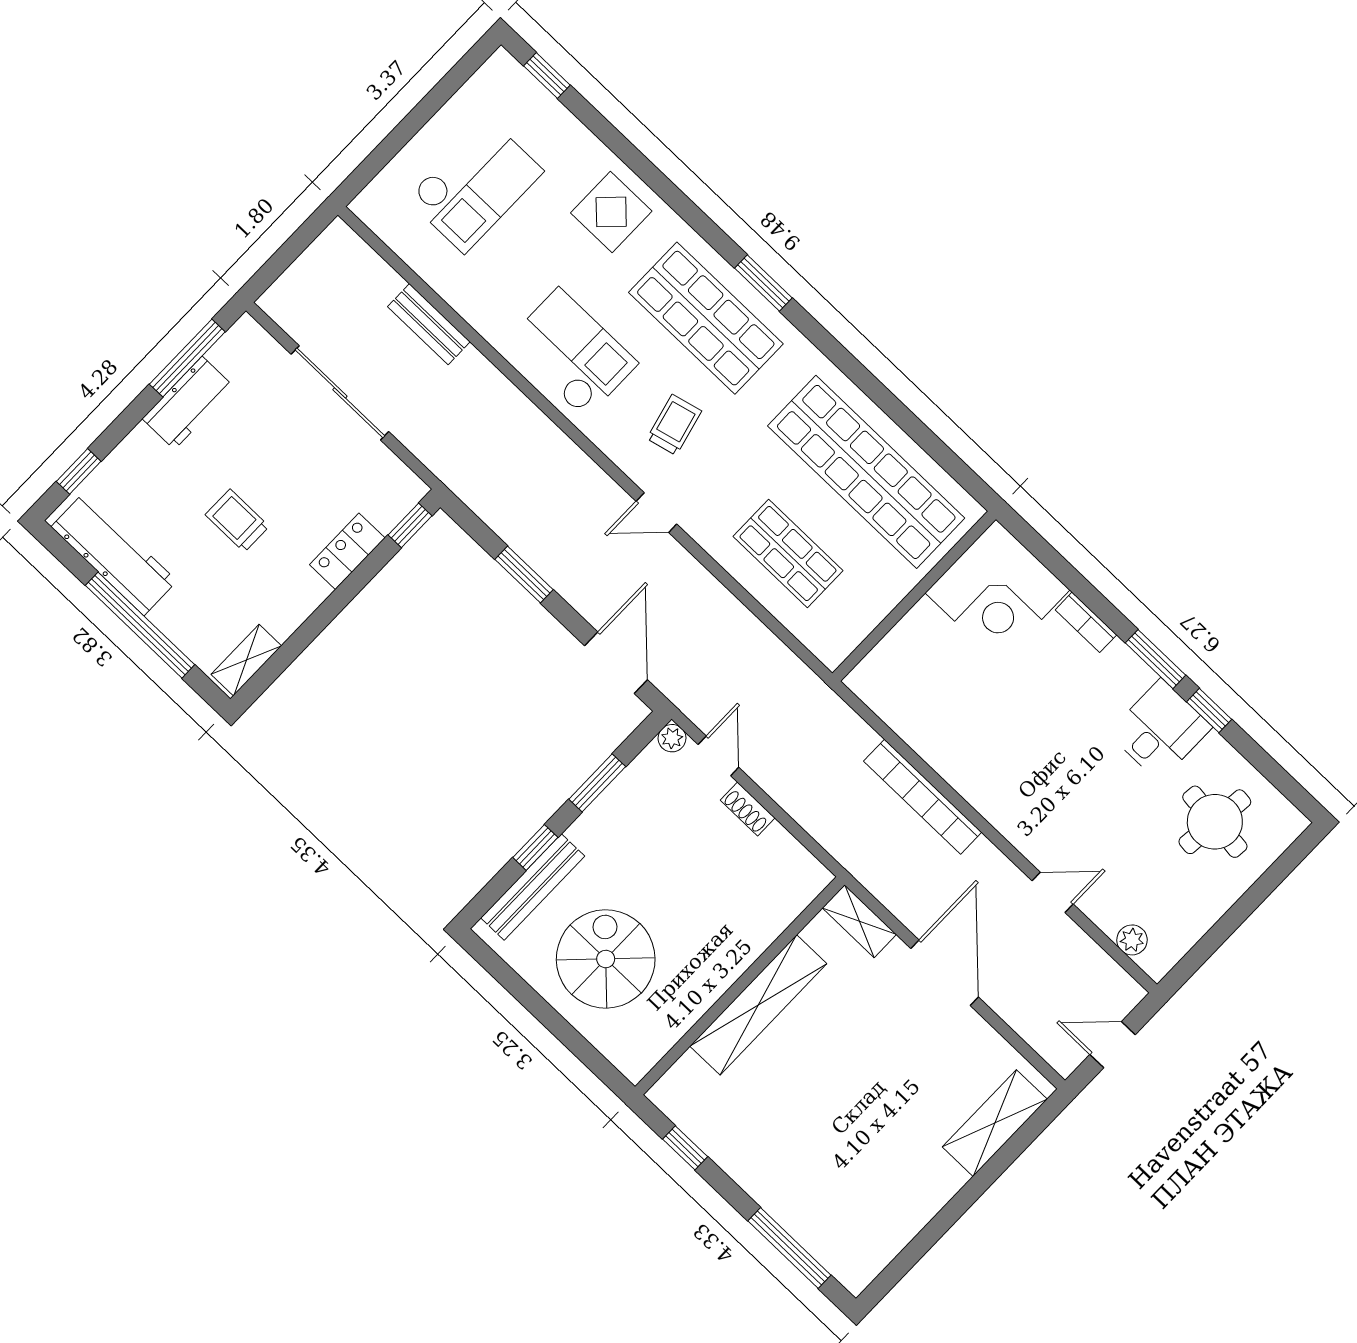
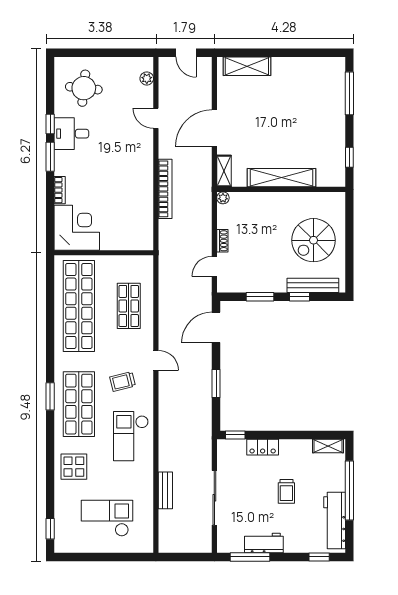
plant: (672, 738) -> (223, 198), moved

